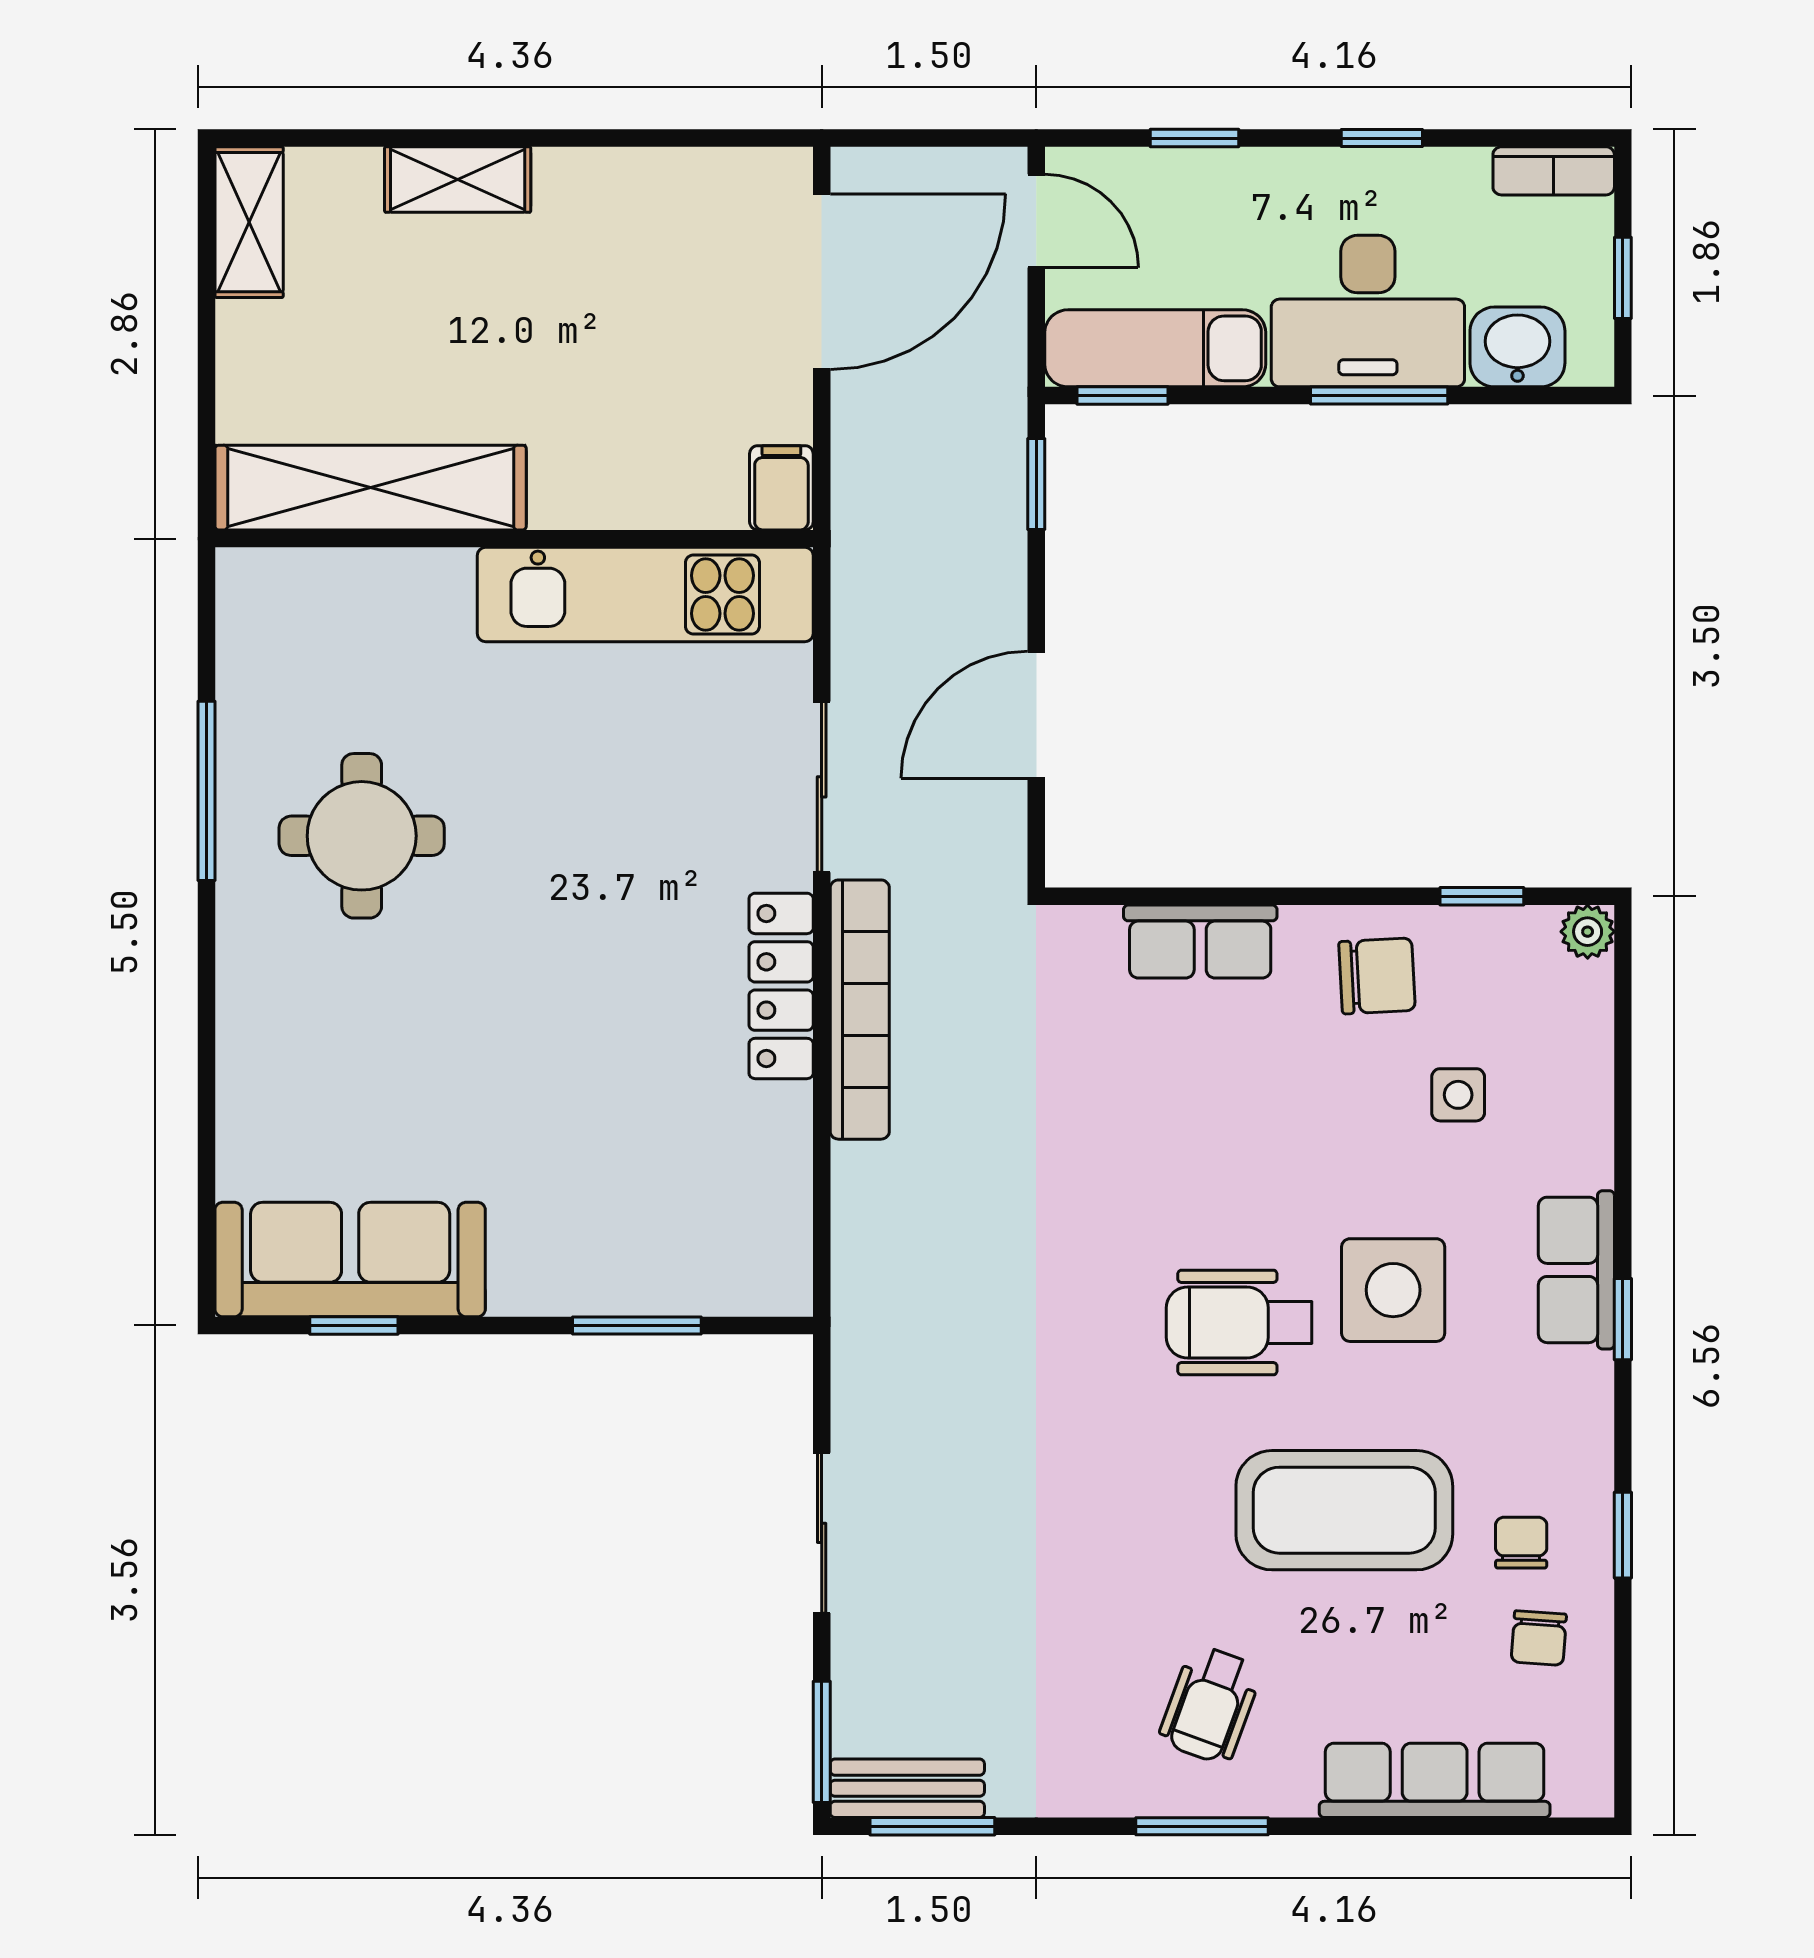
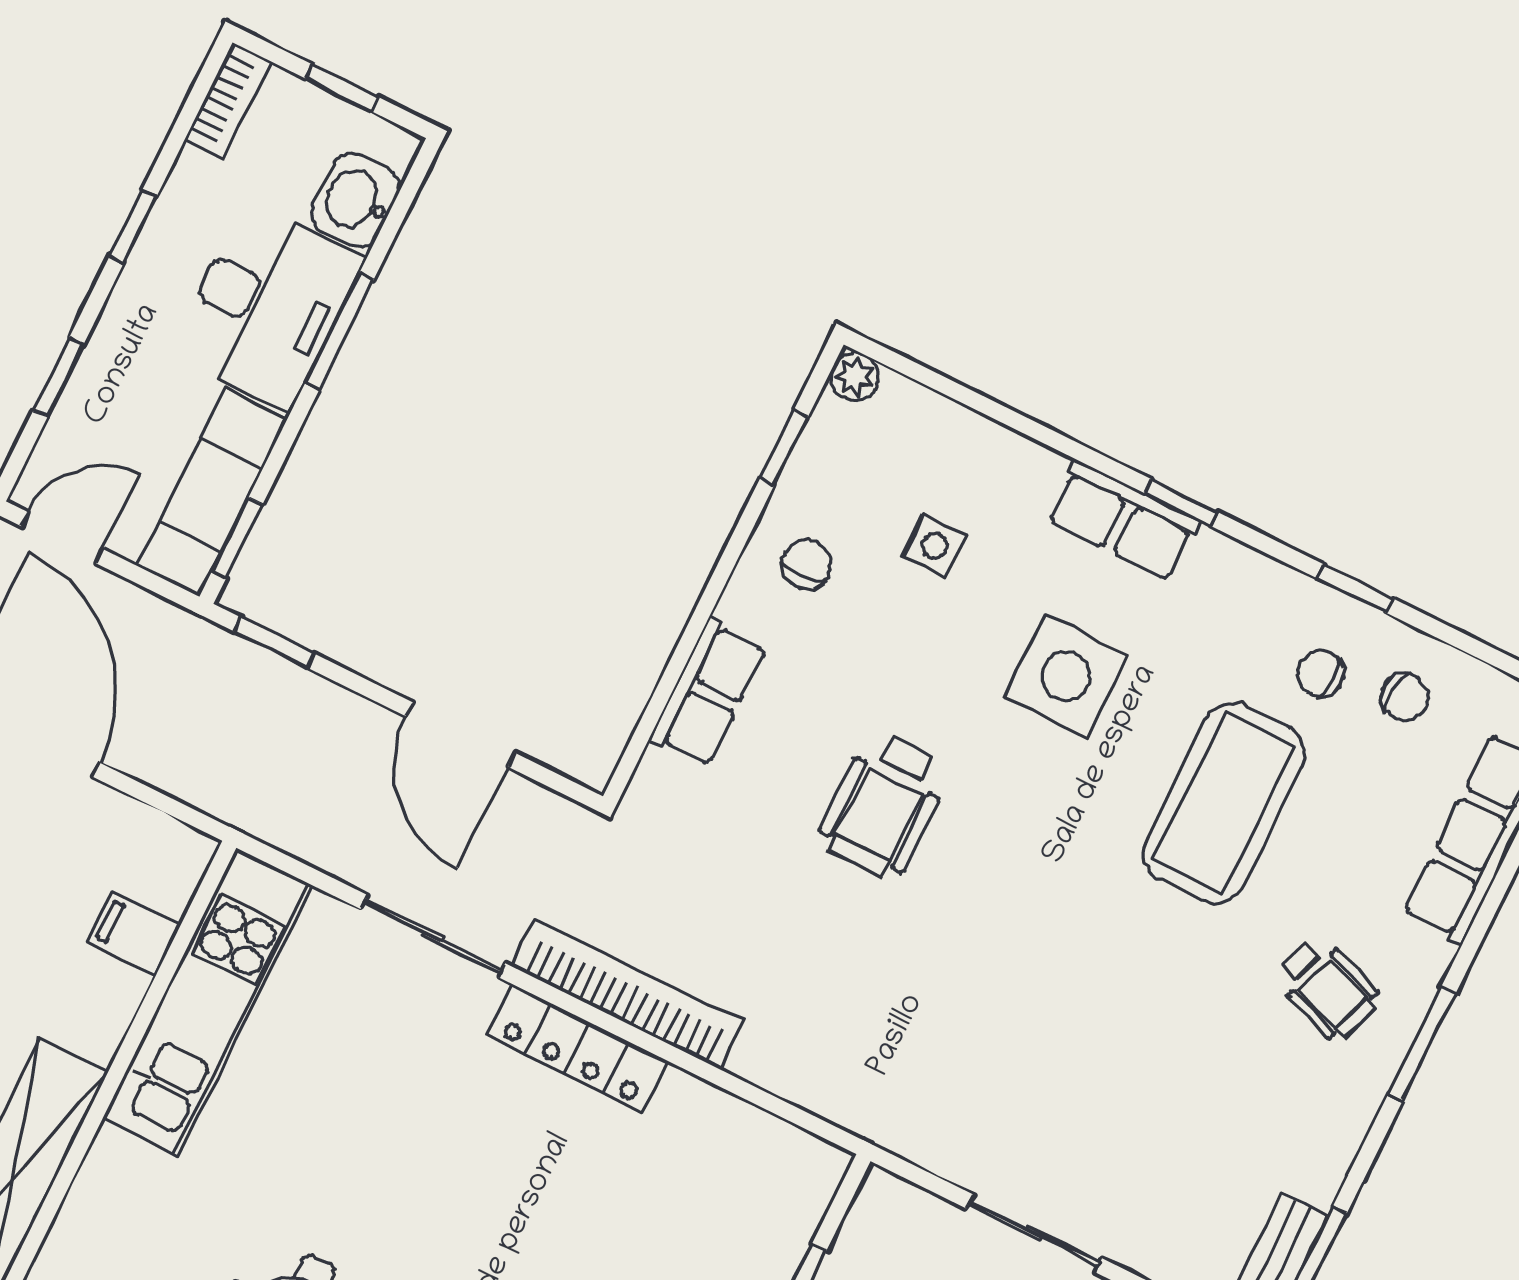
filing cabinet: (781, 488) -> (134, 933), moved
chair: (1377, 976) -> (806, 564), width x0.73, depth x0.73
wheelchair: (1239, 1322) -> (884, 805), moved

